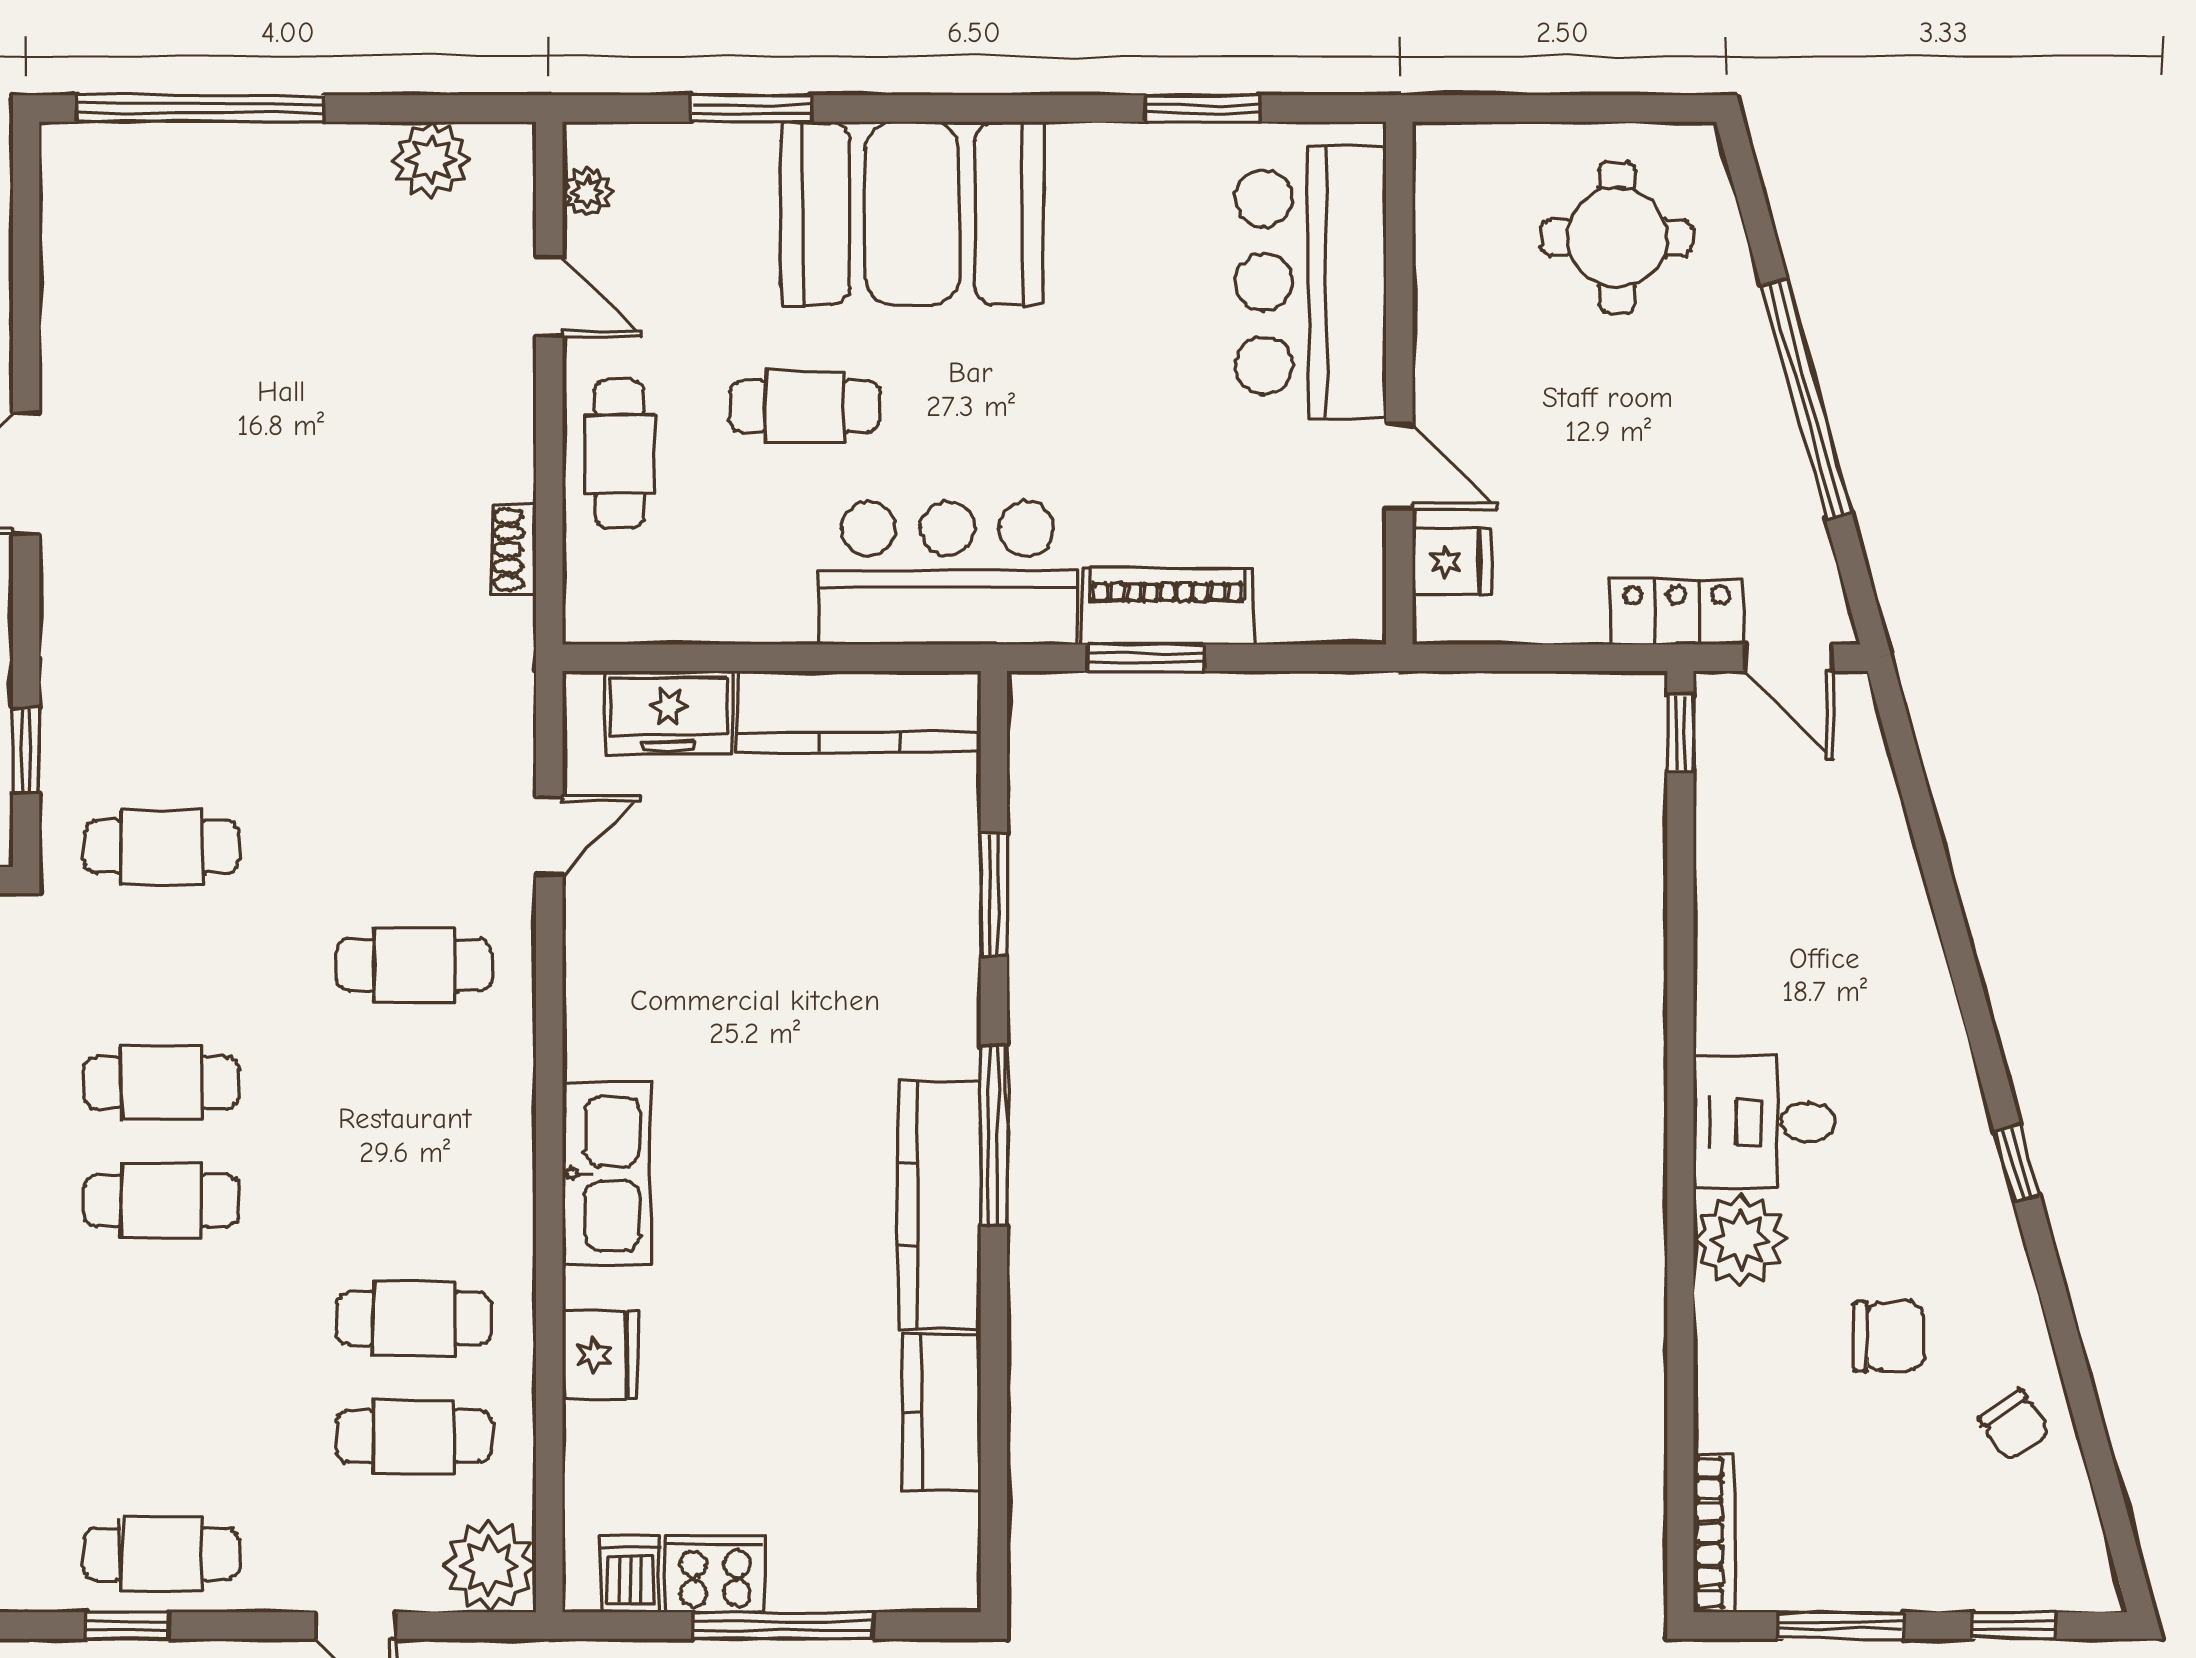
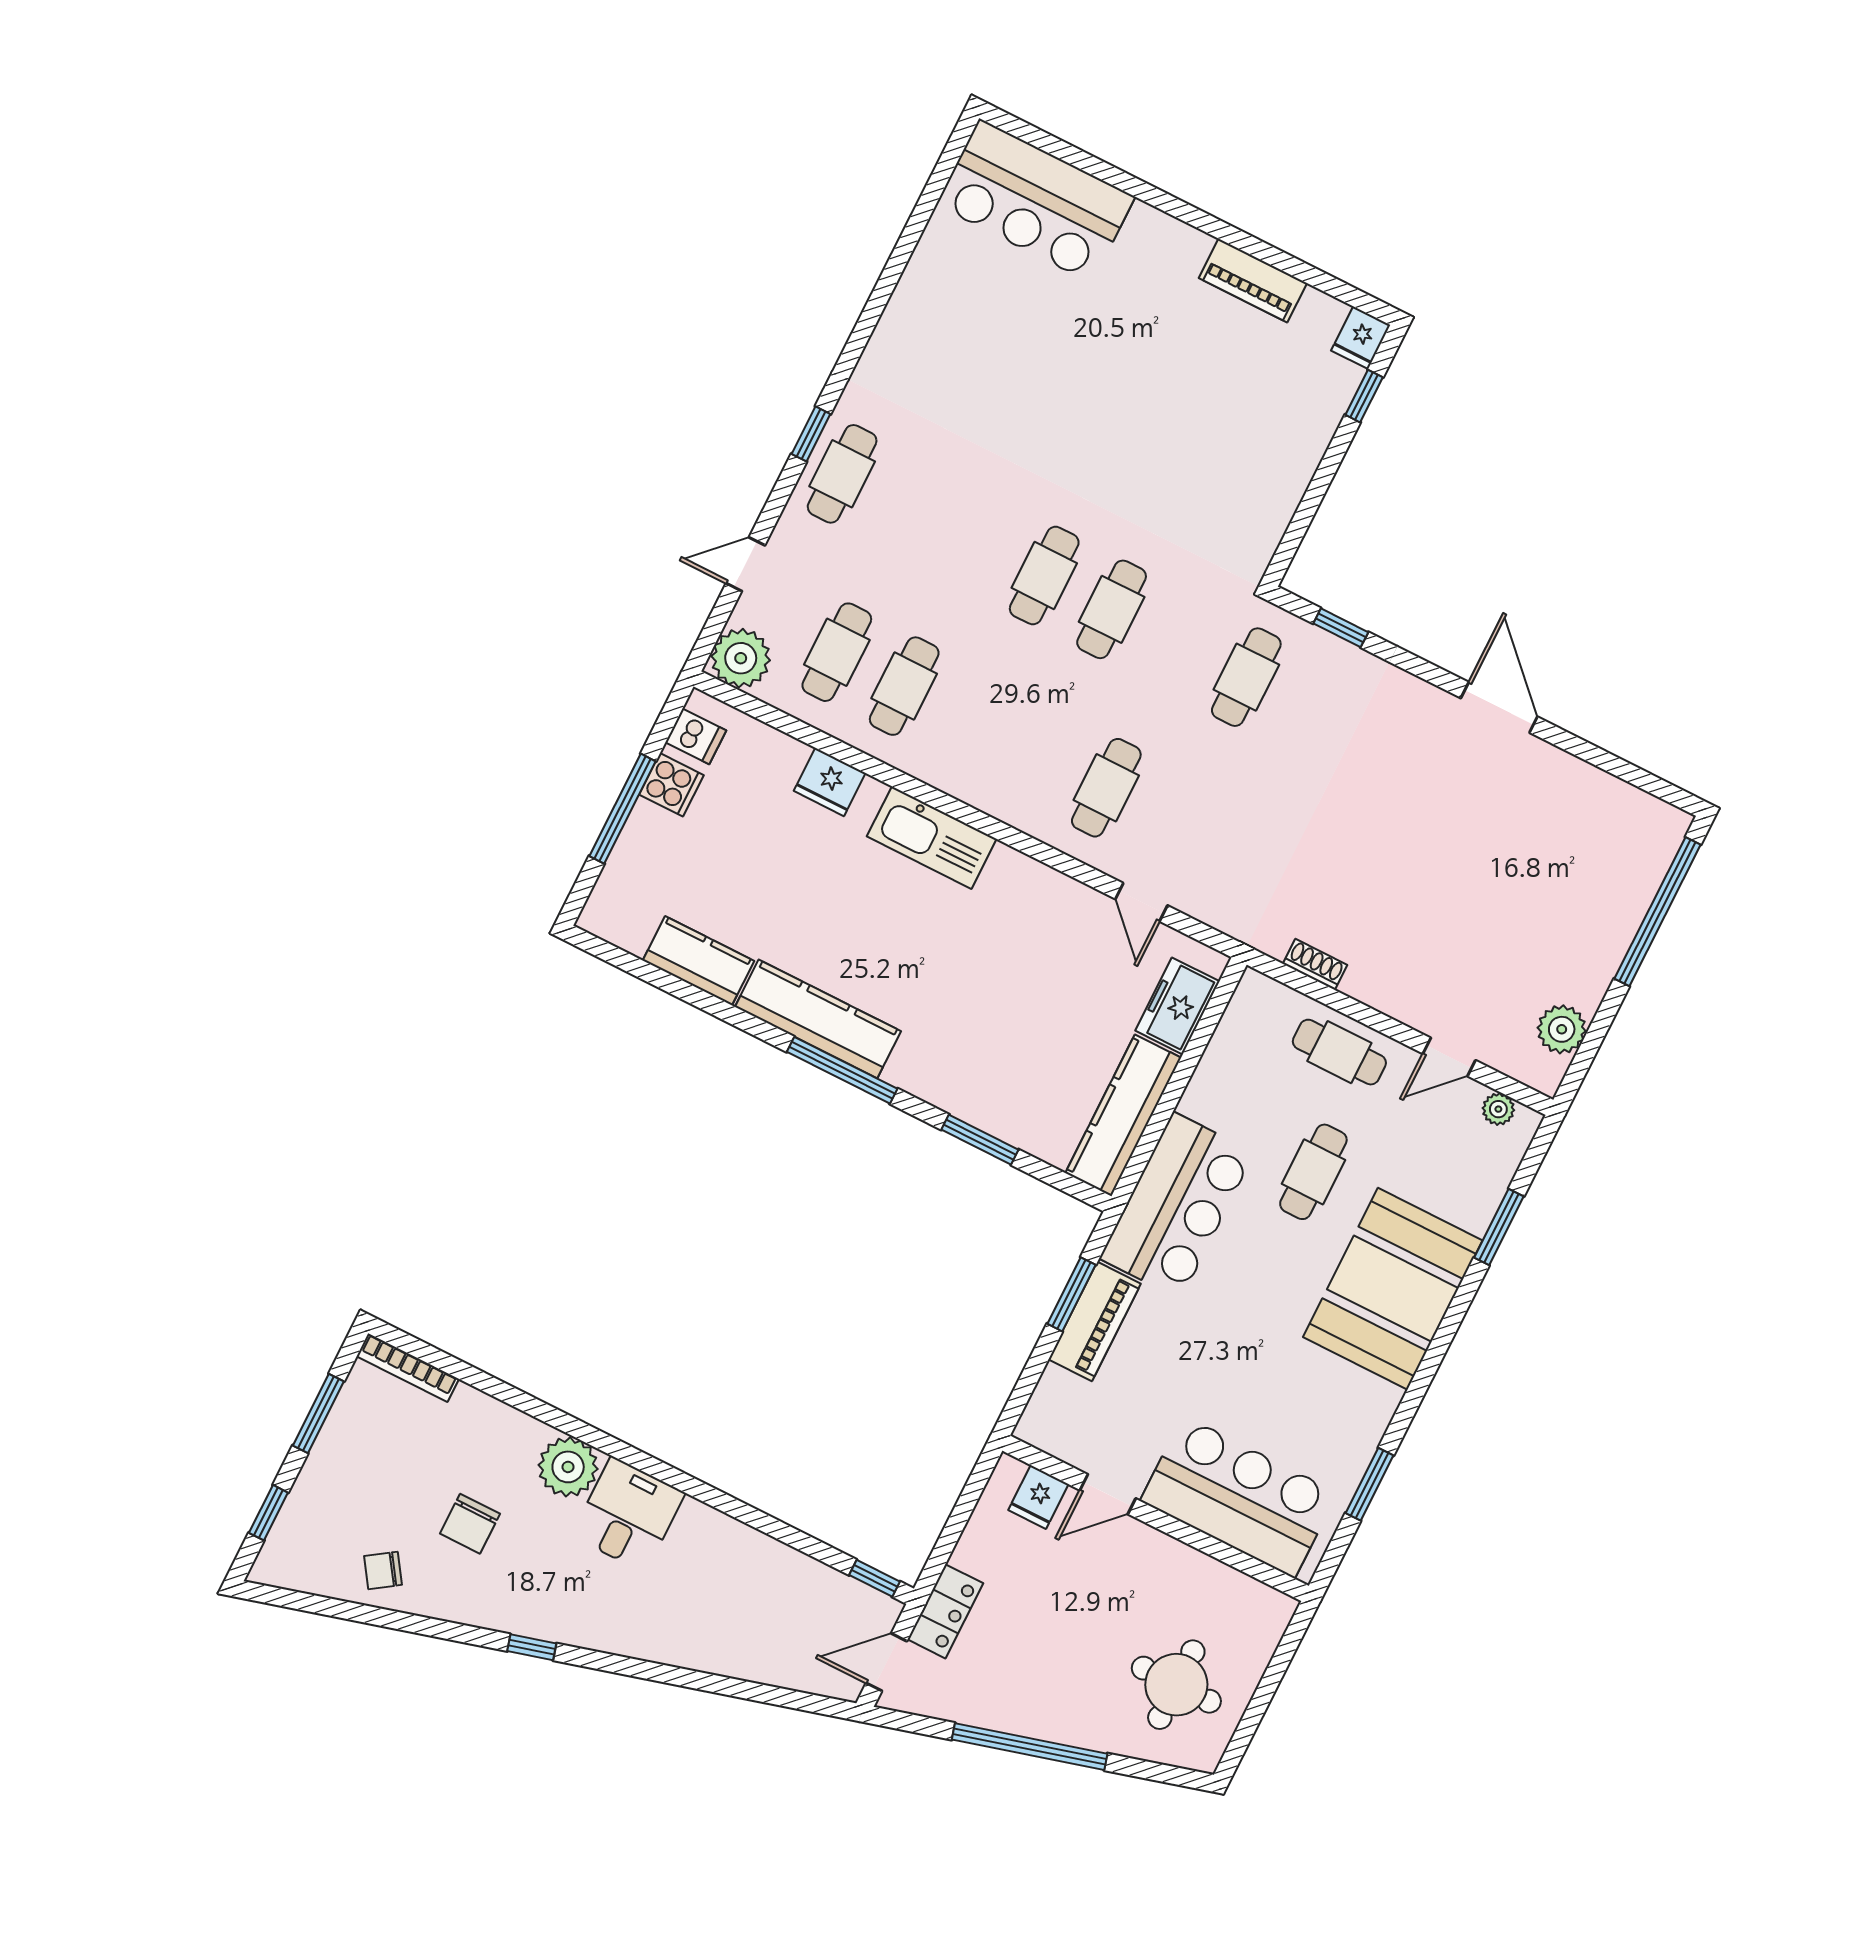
cooker: (715, 1574) -> (671, 785), width x0.73

